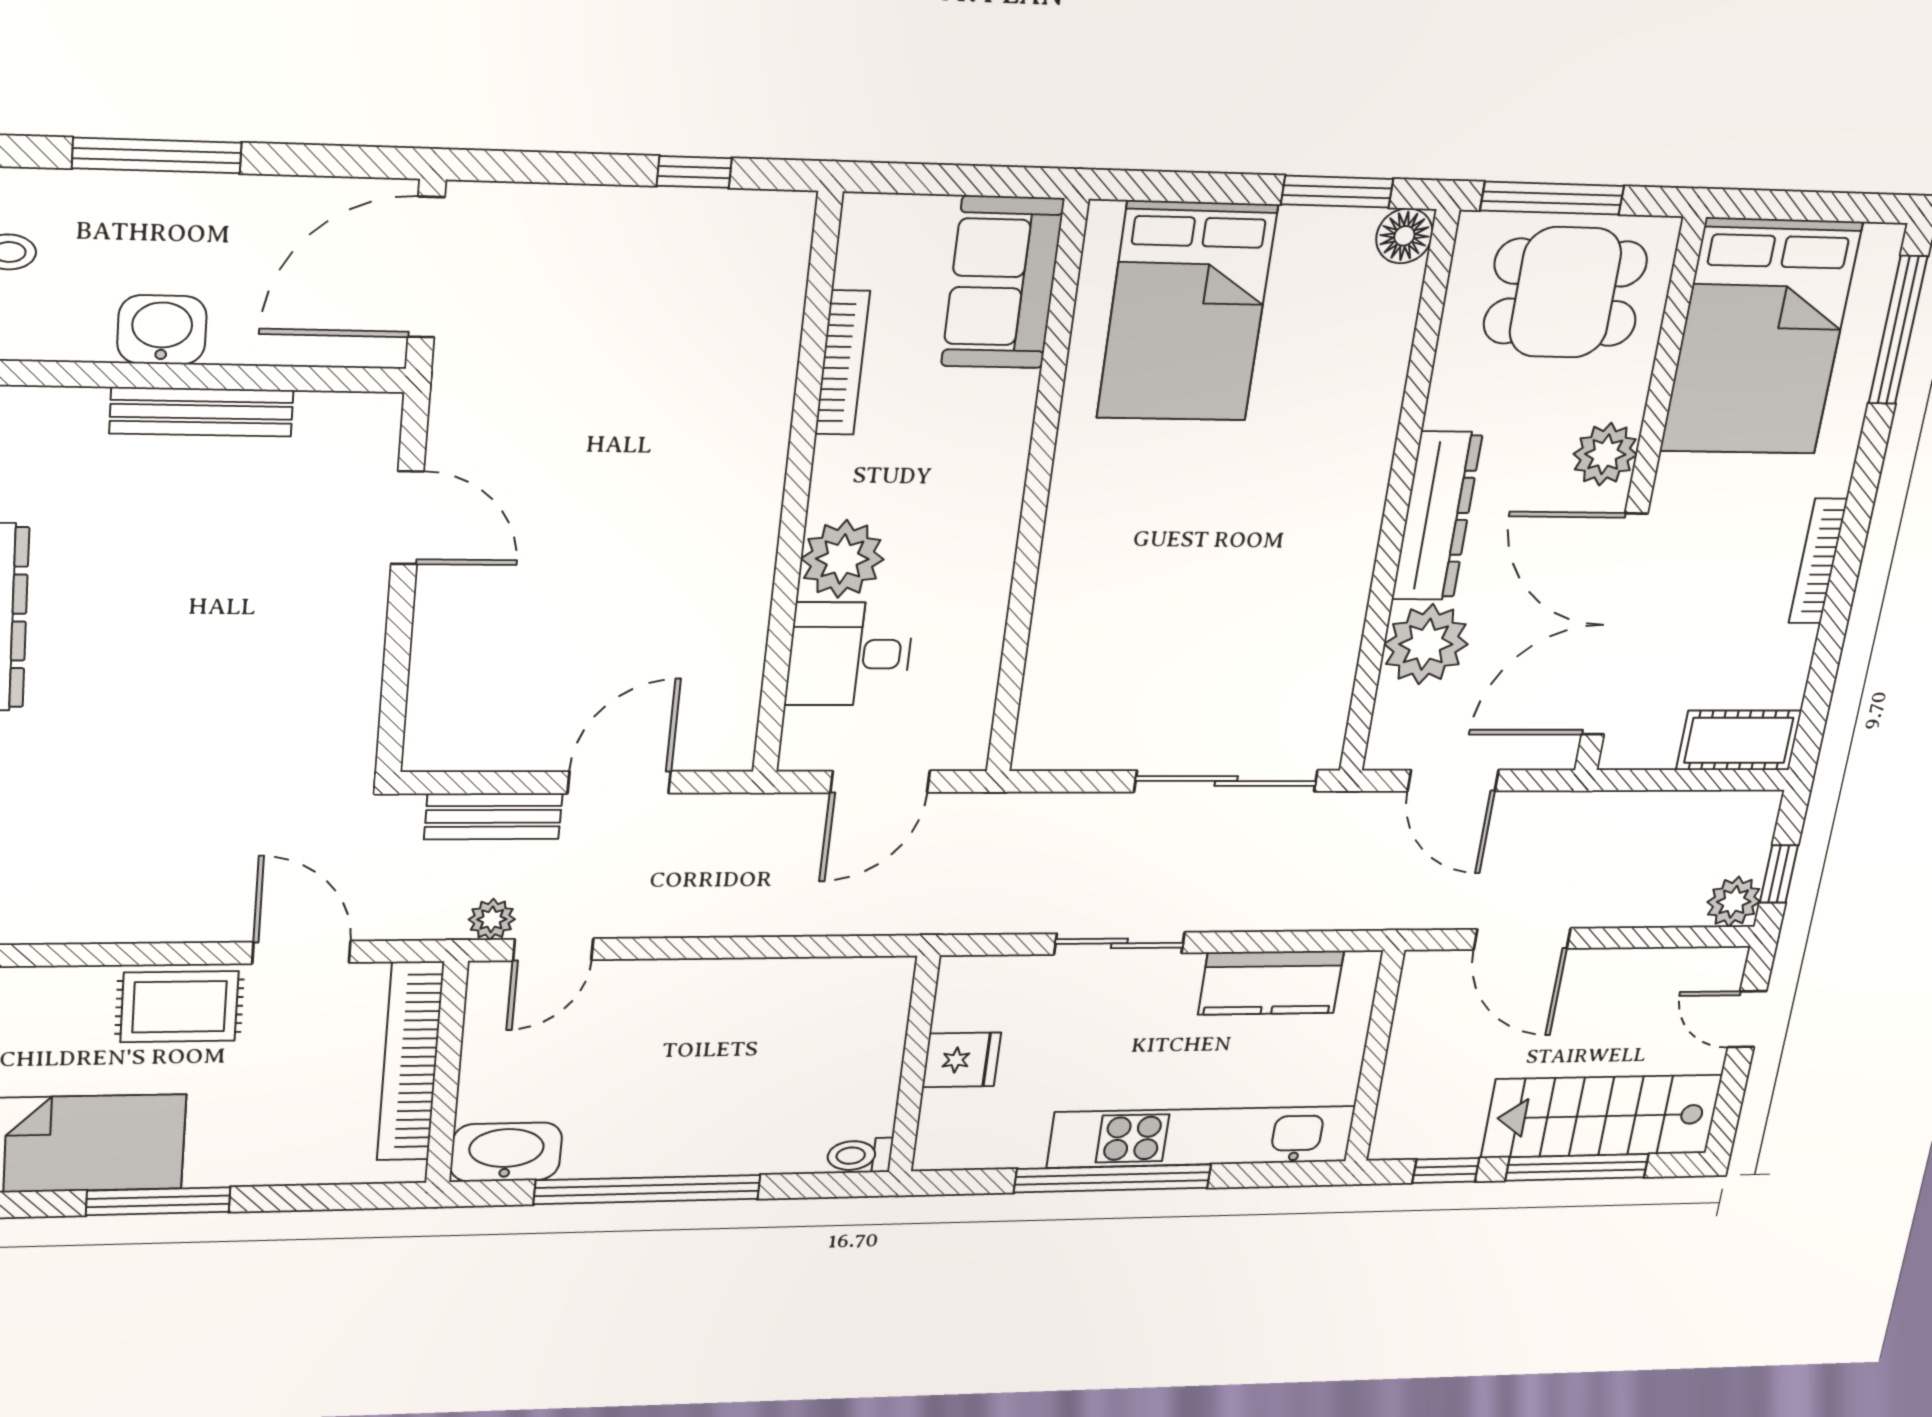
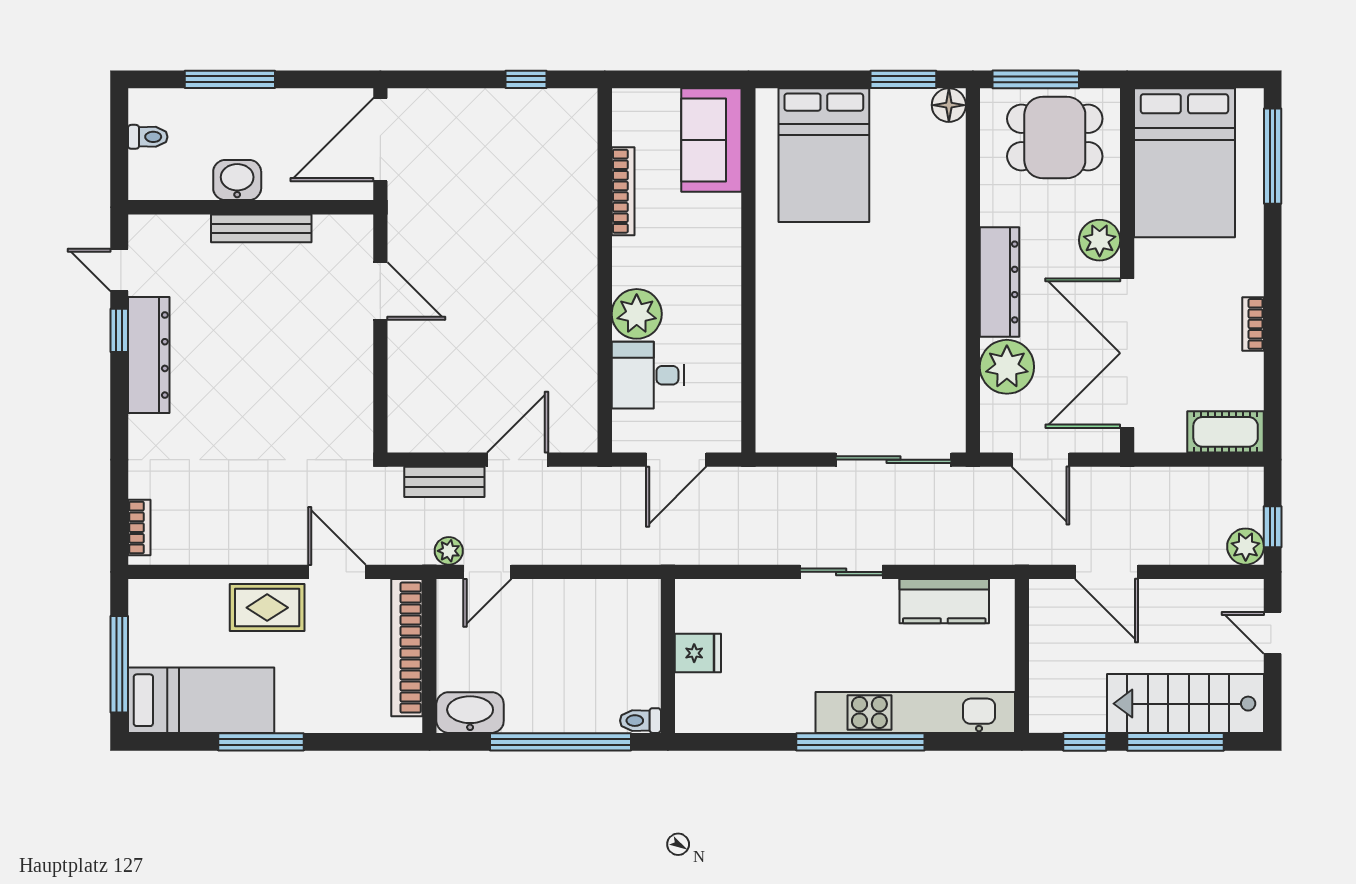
bookcase: (1818, 561) -> (1253, 324), width x0.64
fridge: (962, 1060) -> (698, 653), moved
wall: (914, 1065) -> (668, 656), moved
toilet: (860, 1155) -> (640, 721), moved

